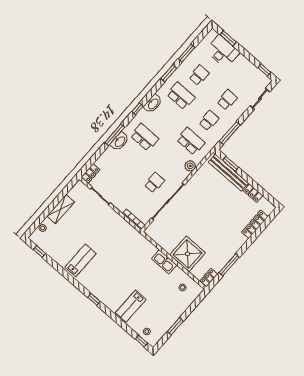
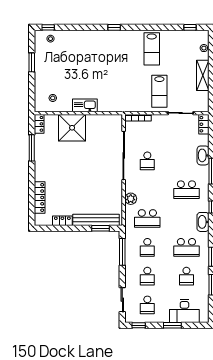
window: (228, 38) -> (172, 325), moved
school desk: (245, 79) -> (147, 305), added
washbasin: (120, 141) -> (203, 155), moved
lab bench: (131, 306) -> (159, 91), moved, turned 180

